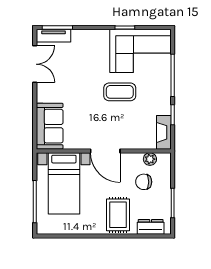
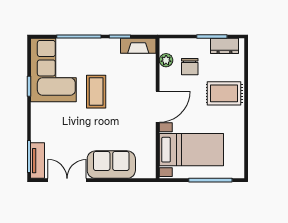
sofa: (50, 126) -> (111, 165), moved
dresser: (151, 227) -> (224, 46), moved, turned -90

